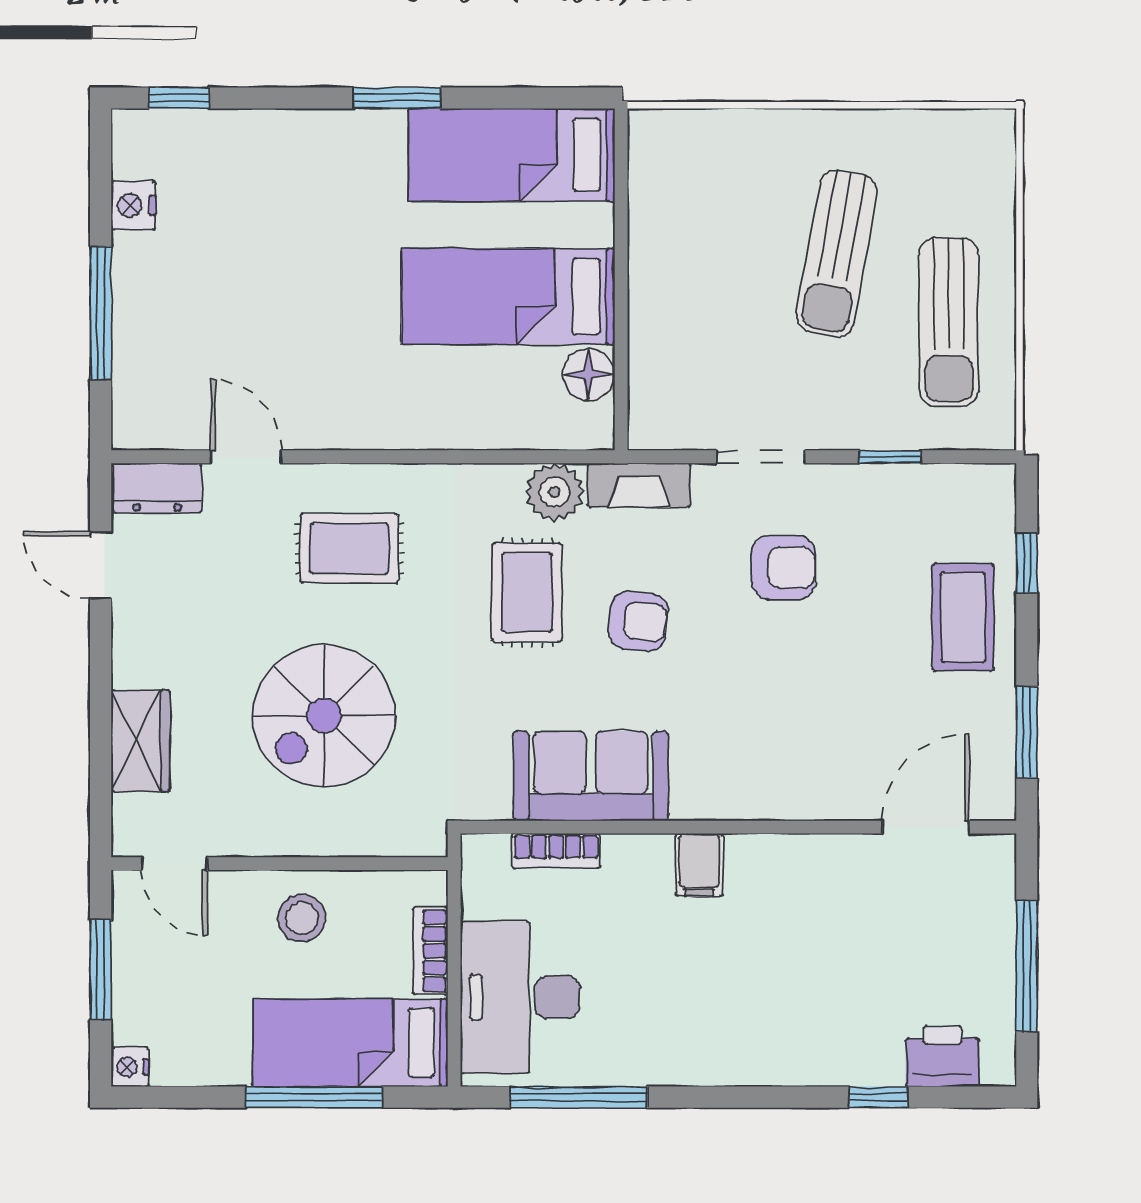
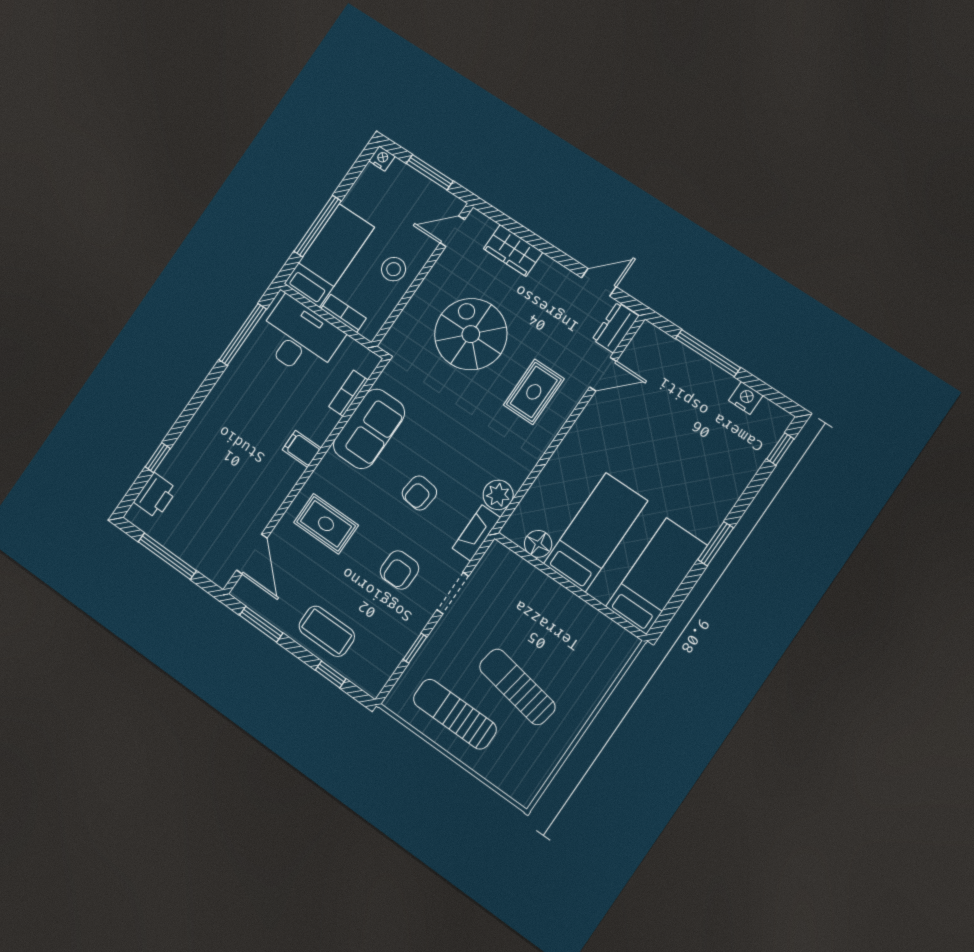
rug: (527, 592) -> (326, 524), moved

